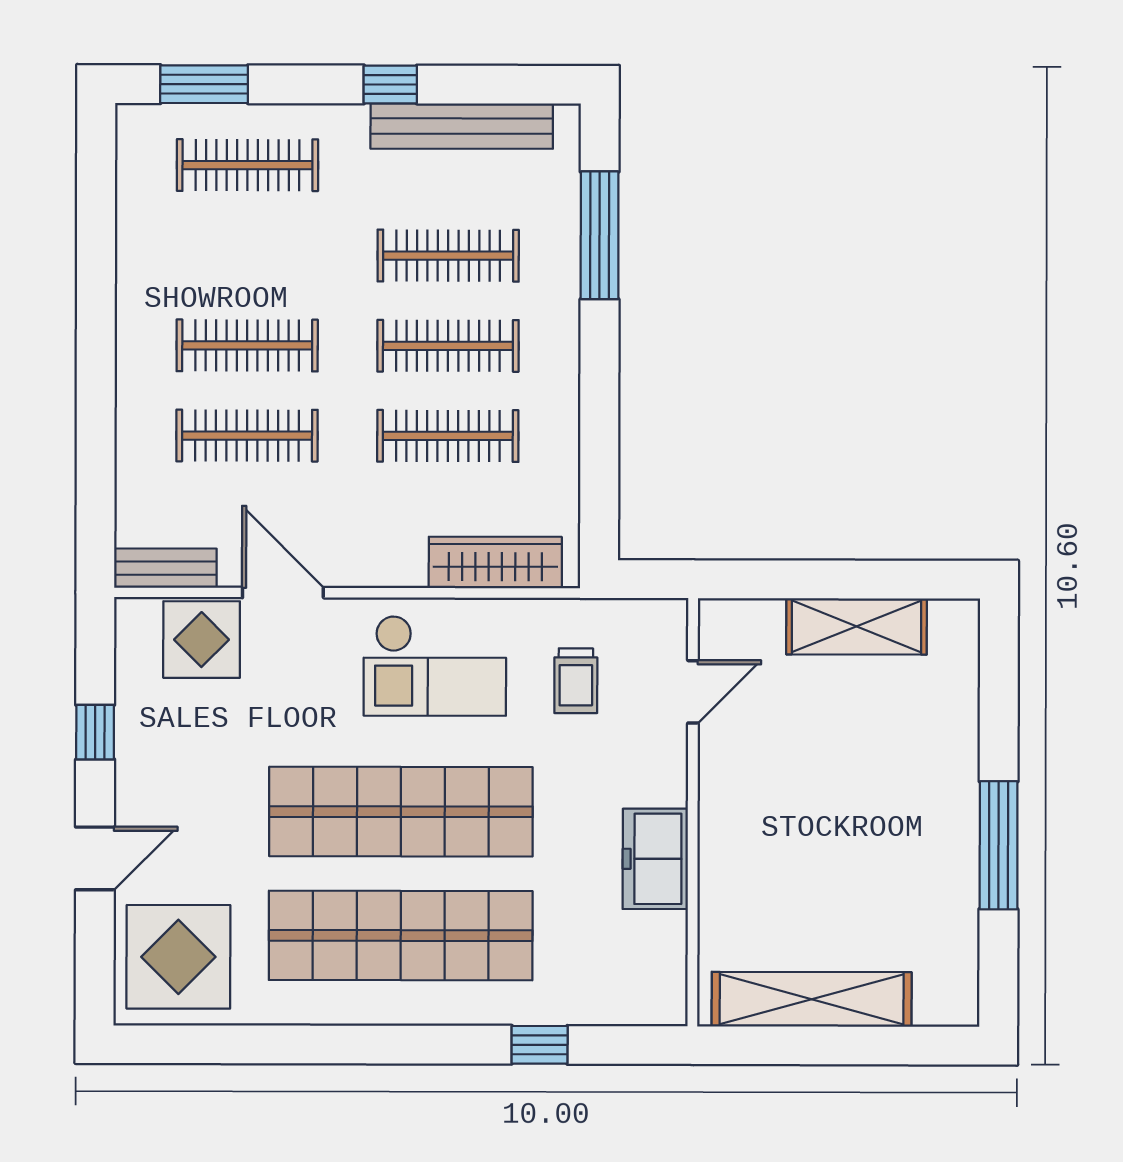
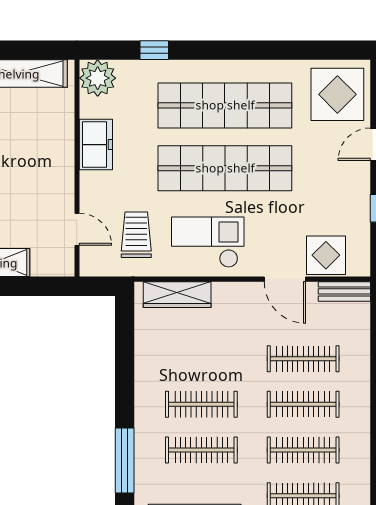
clothes rail: (448, 436) -> (303, 450), moved
trolley: (576, 681) -> (136, 235), width x1.36, depth x1.39
door: (693, 692) -> (77, 229), swing flipped
plant: (651, 990) -> (98, 78), added

